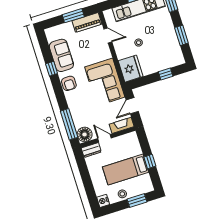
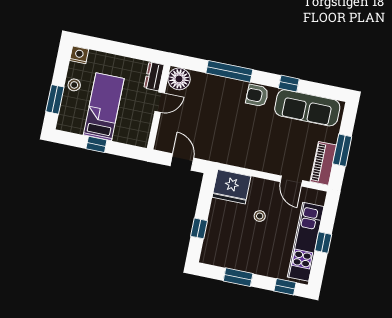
door: (108, 35) -> (291, 181), hinge flipped
sofa: (61, 55) -> (307, 108), width x1.36
corner sofa: (105, 82) -> (233, 143), removed
window: (69, 124) -> (229, 71), moved
fireplace: (122, 125) -> (164, 134), removed

